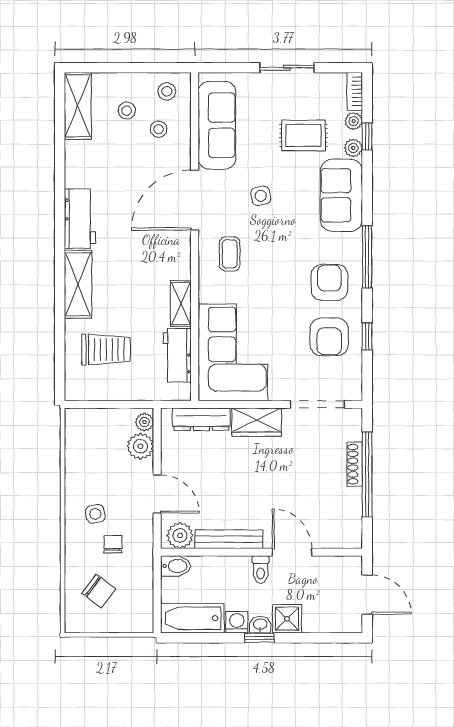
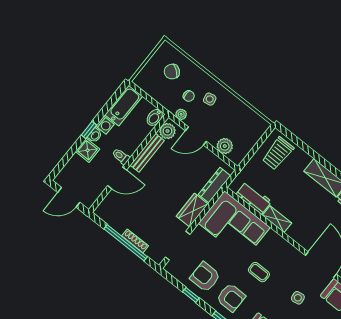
coffee table: (230, 254) -> (259, 272), moved
trolley: (106, 349) -> (278, 153), moved
plant: (144, 422) -> (181, 114), moved

